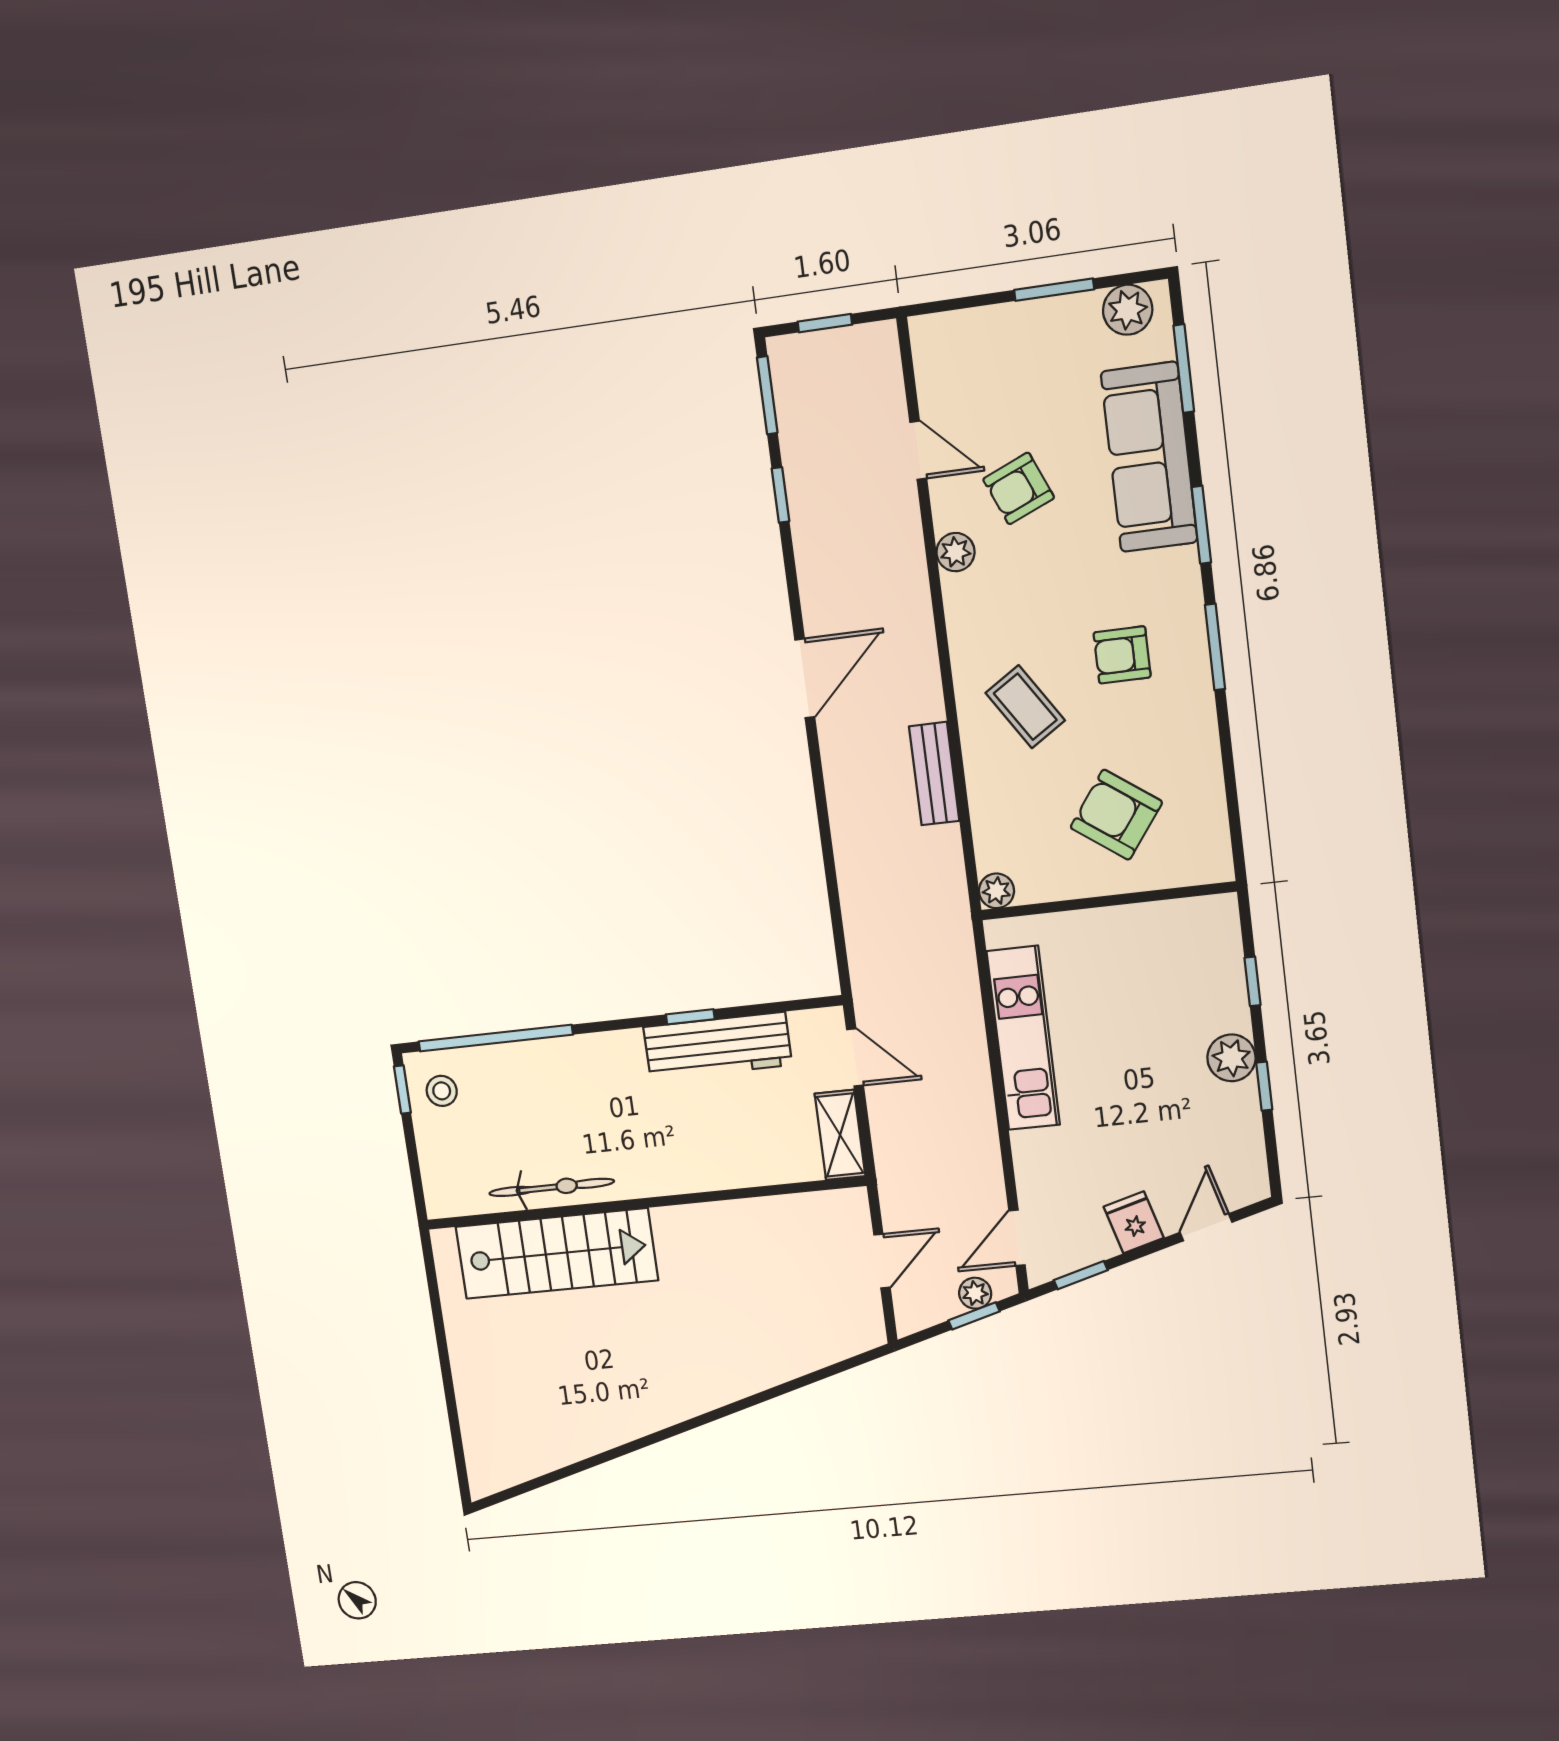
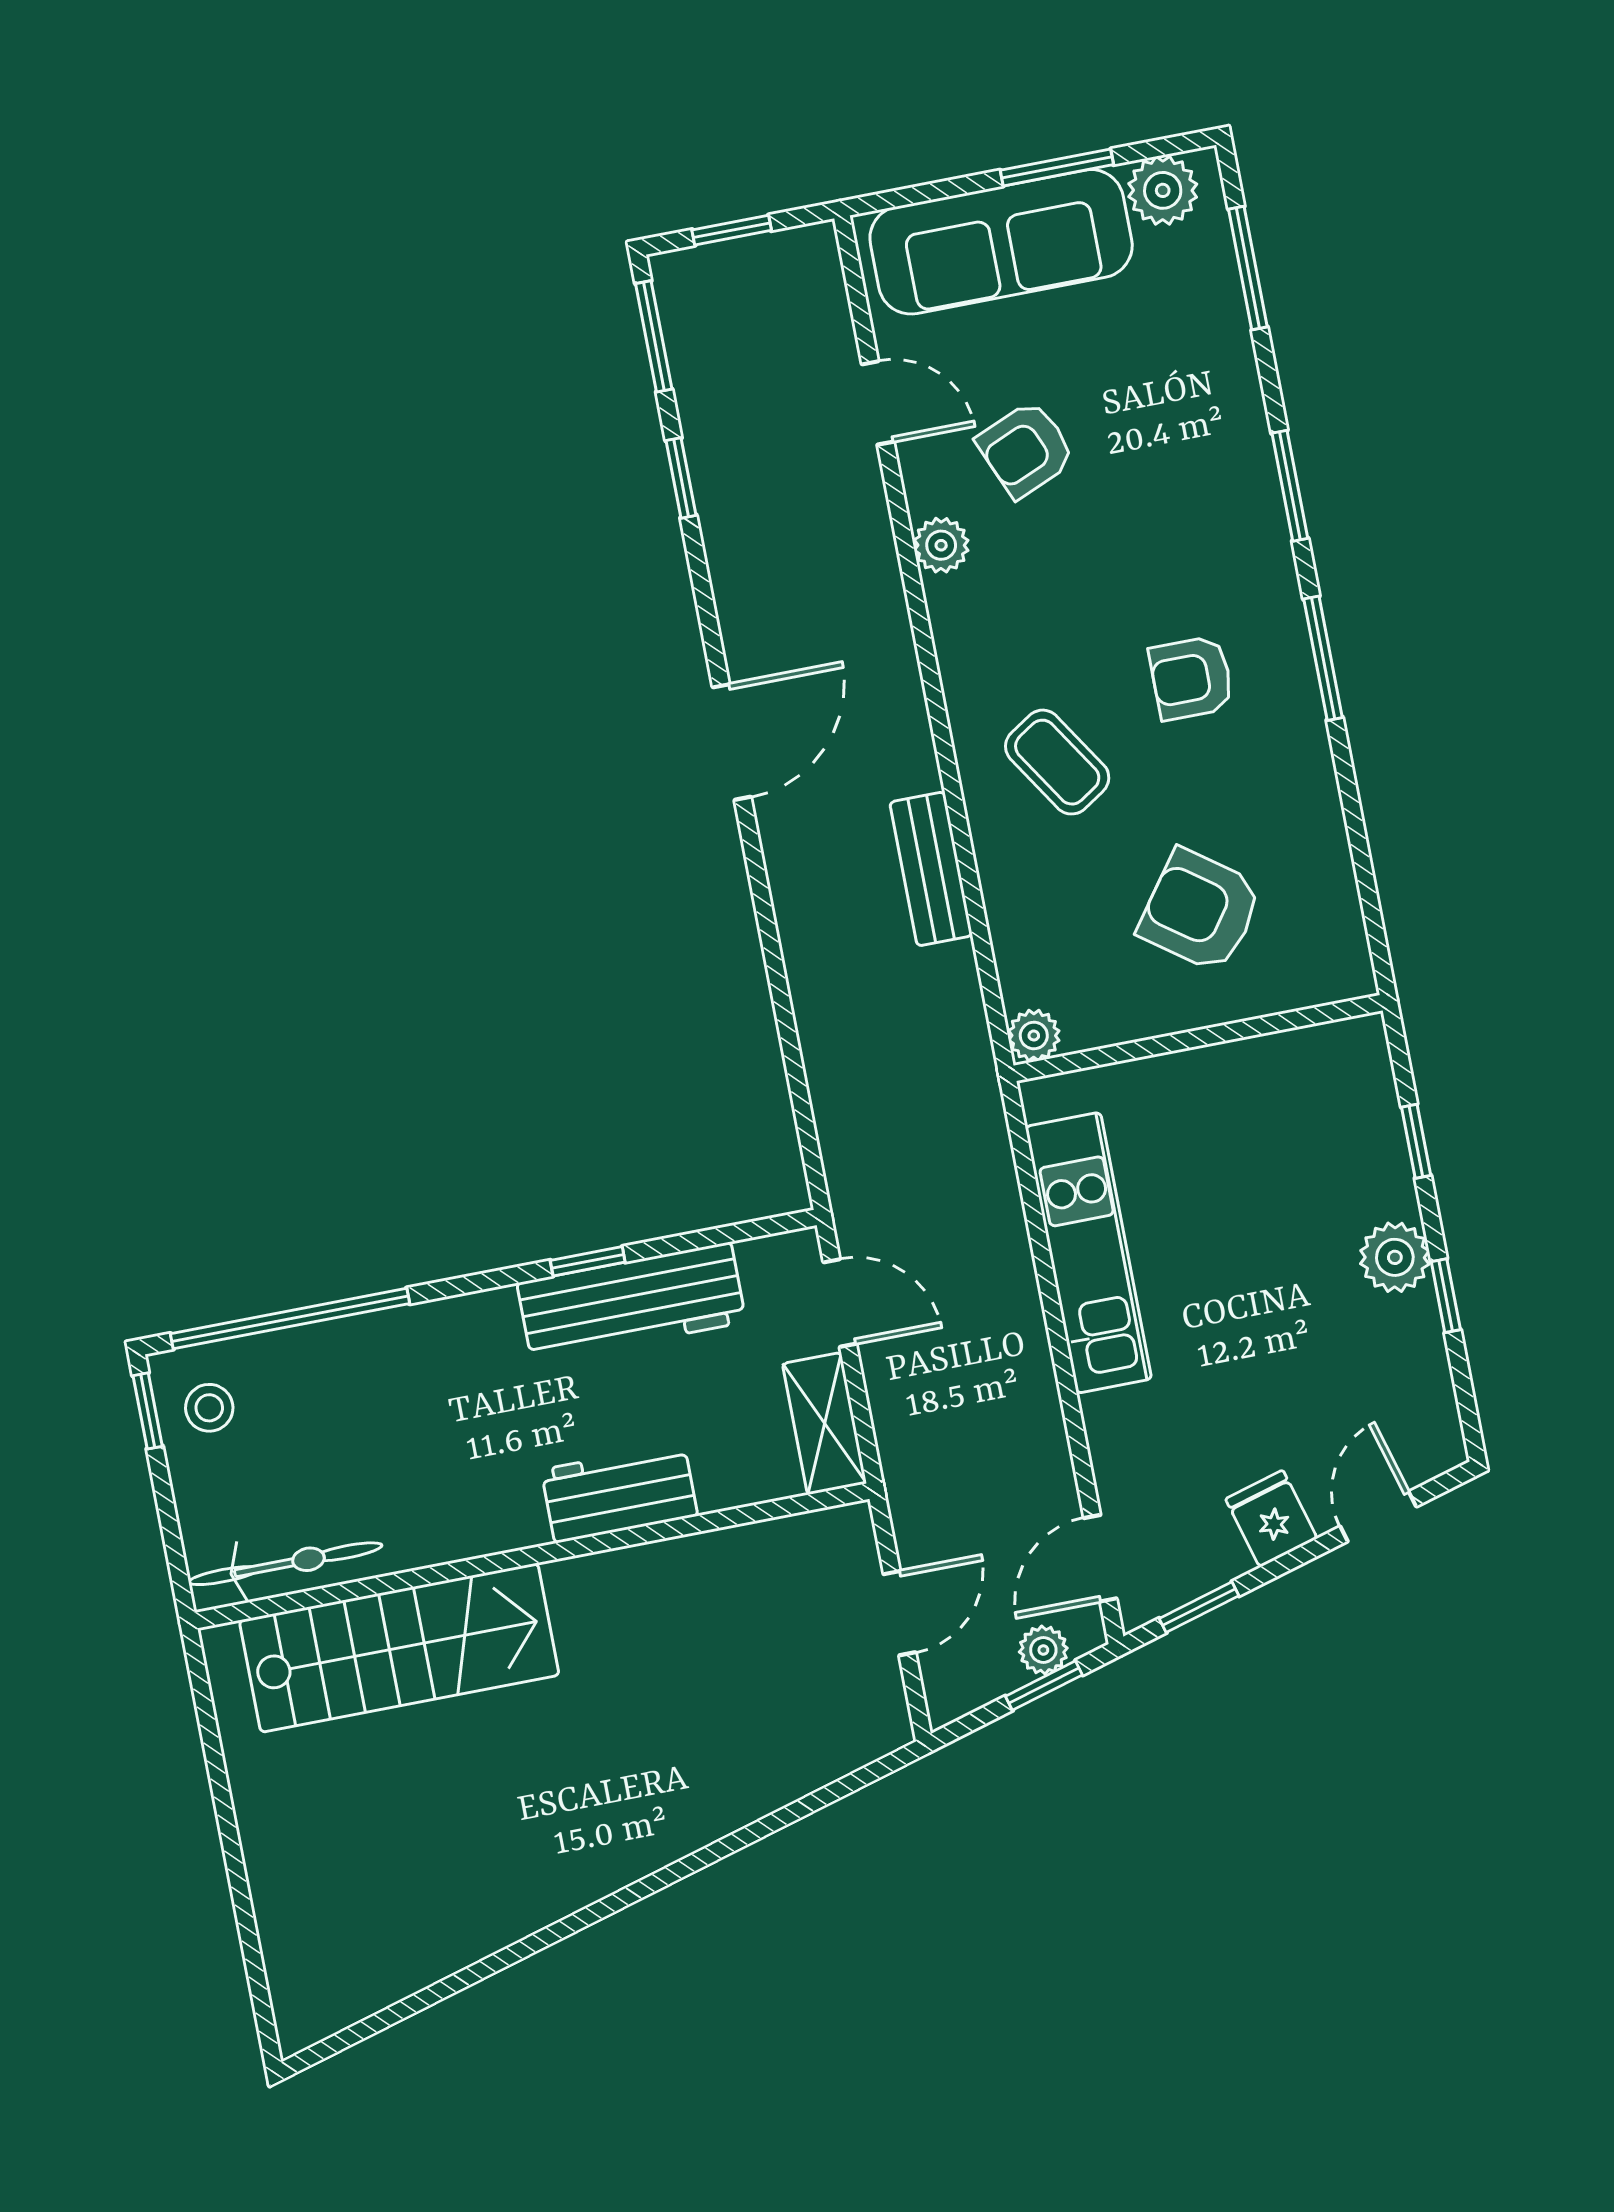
sofa: (1149, 457) -> (1001, 242), moved, turned -90
workbench: (703, 1168) -> (619, 1493), added
bicycle: (552, 1187) -> (285, 1564), moved

